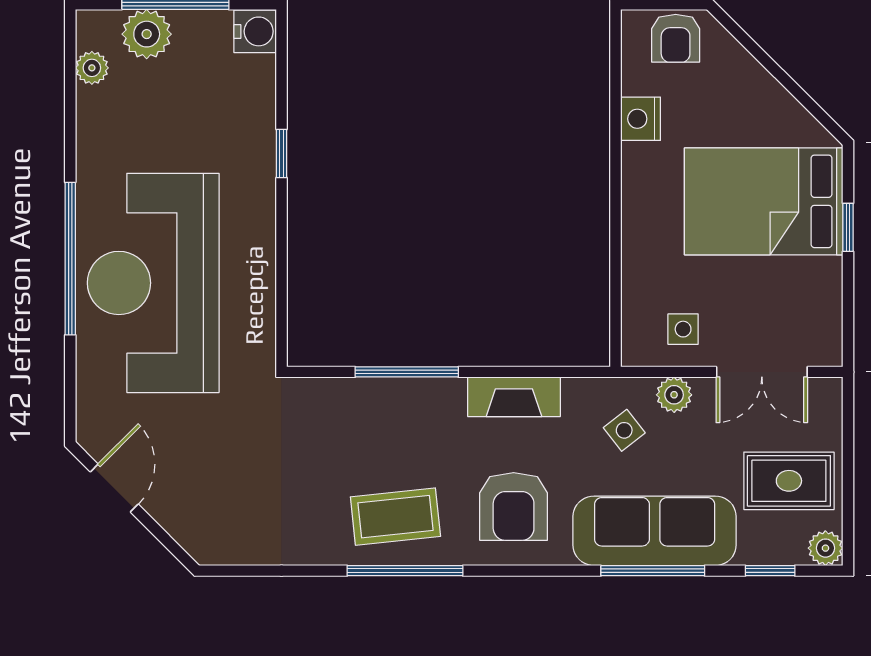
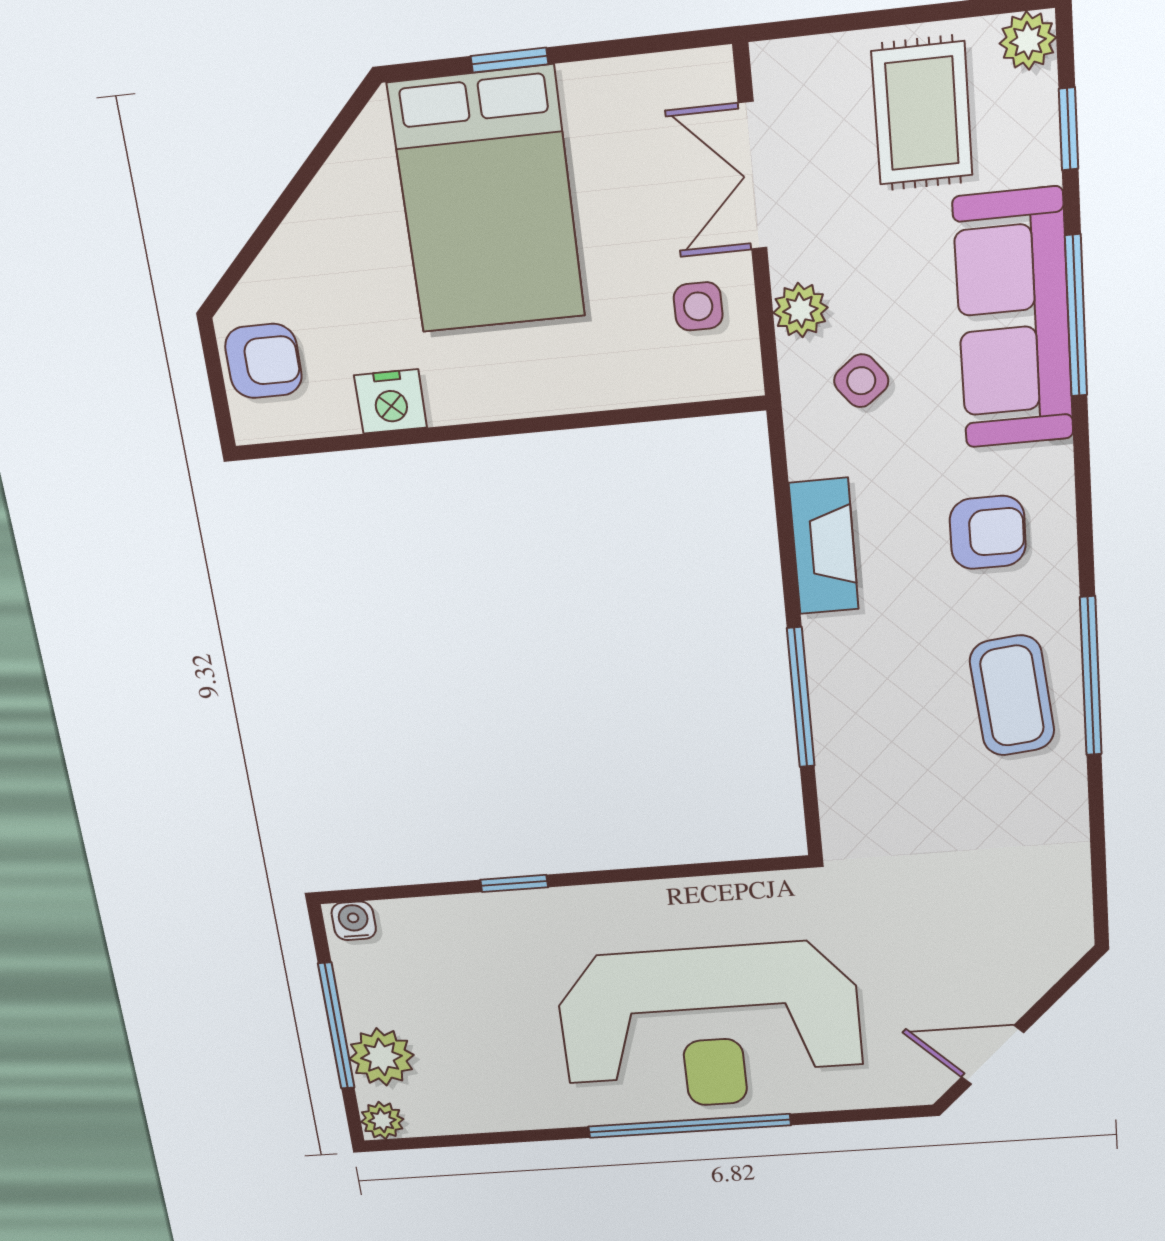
water cooler: (255, 31) -> (354, 921), width x0.72, depth x0.72
plant: (92, 68) -> (382, 1120), moved
double door: (762, 372) -> (752, 176), swing flipped
armchair: (514, 506) -> (988, 532), width x0.72, depth x0.72

